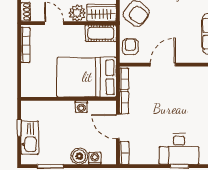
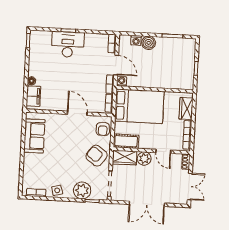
door: (163, 65) -> (77, 113), swing flipped
wardrobe: (29, 77) -> (186, 108), added
washing machine: (81, 107) -> (122, 81), moved
kitchen sink: (30, 138) -> (188, 60), removed

